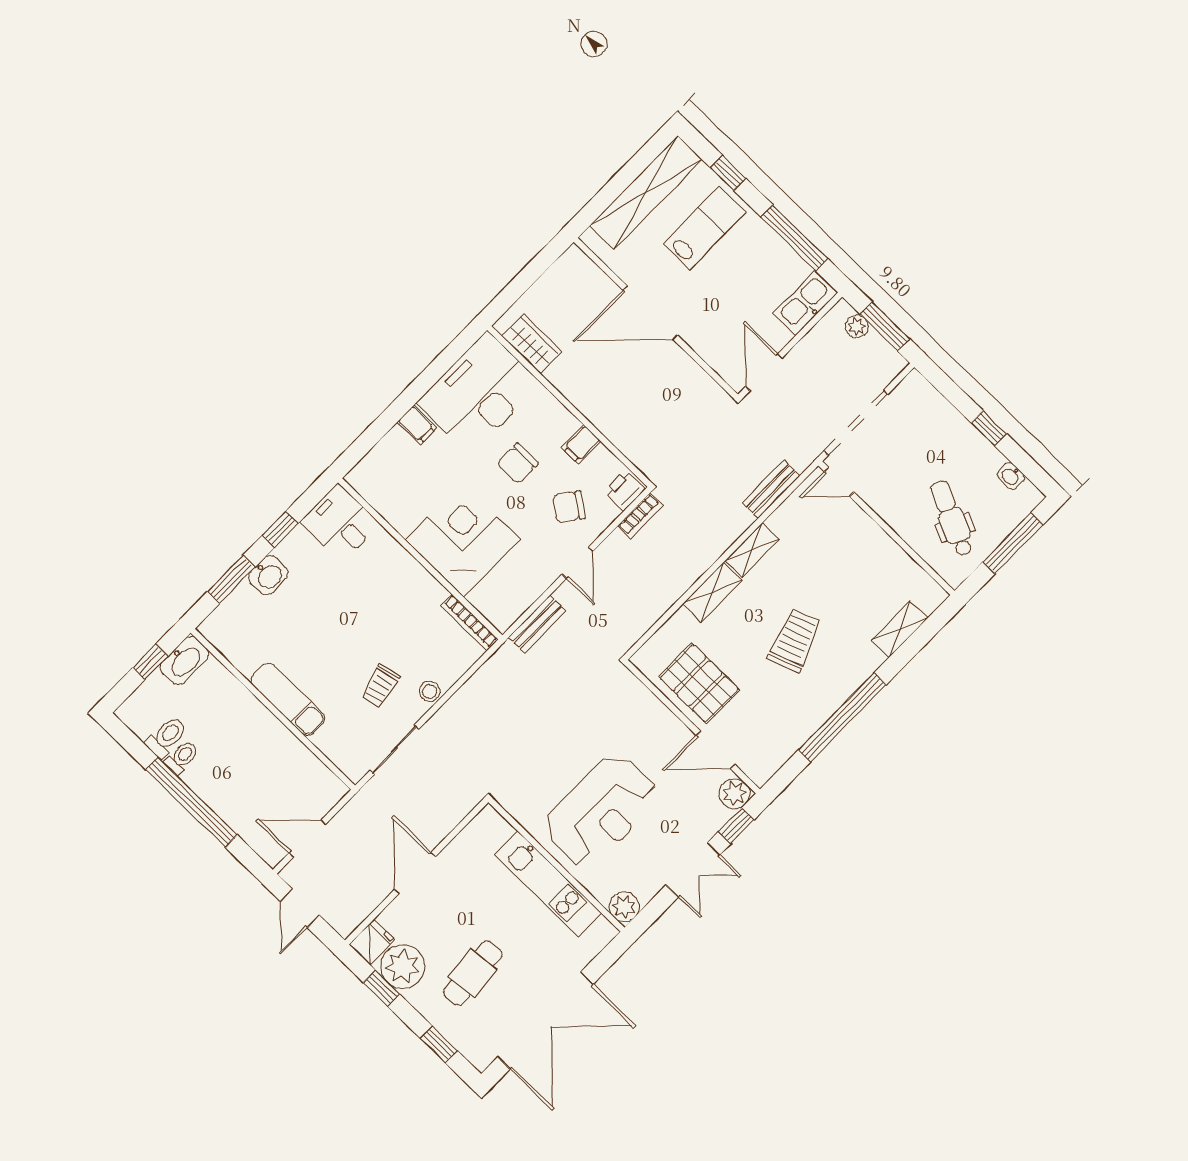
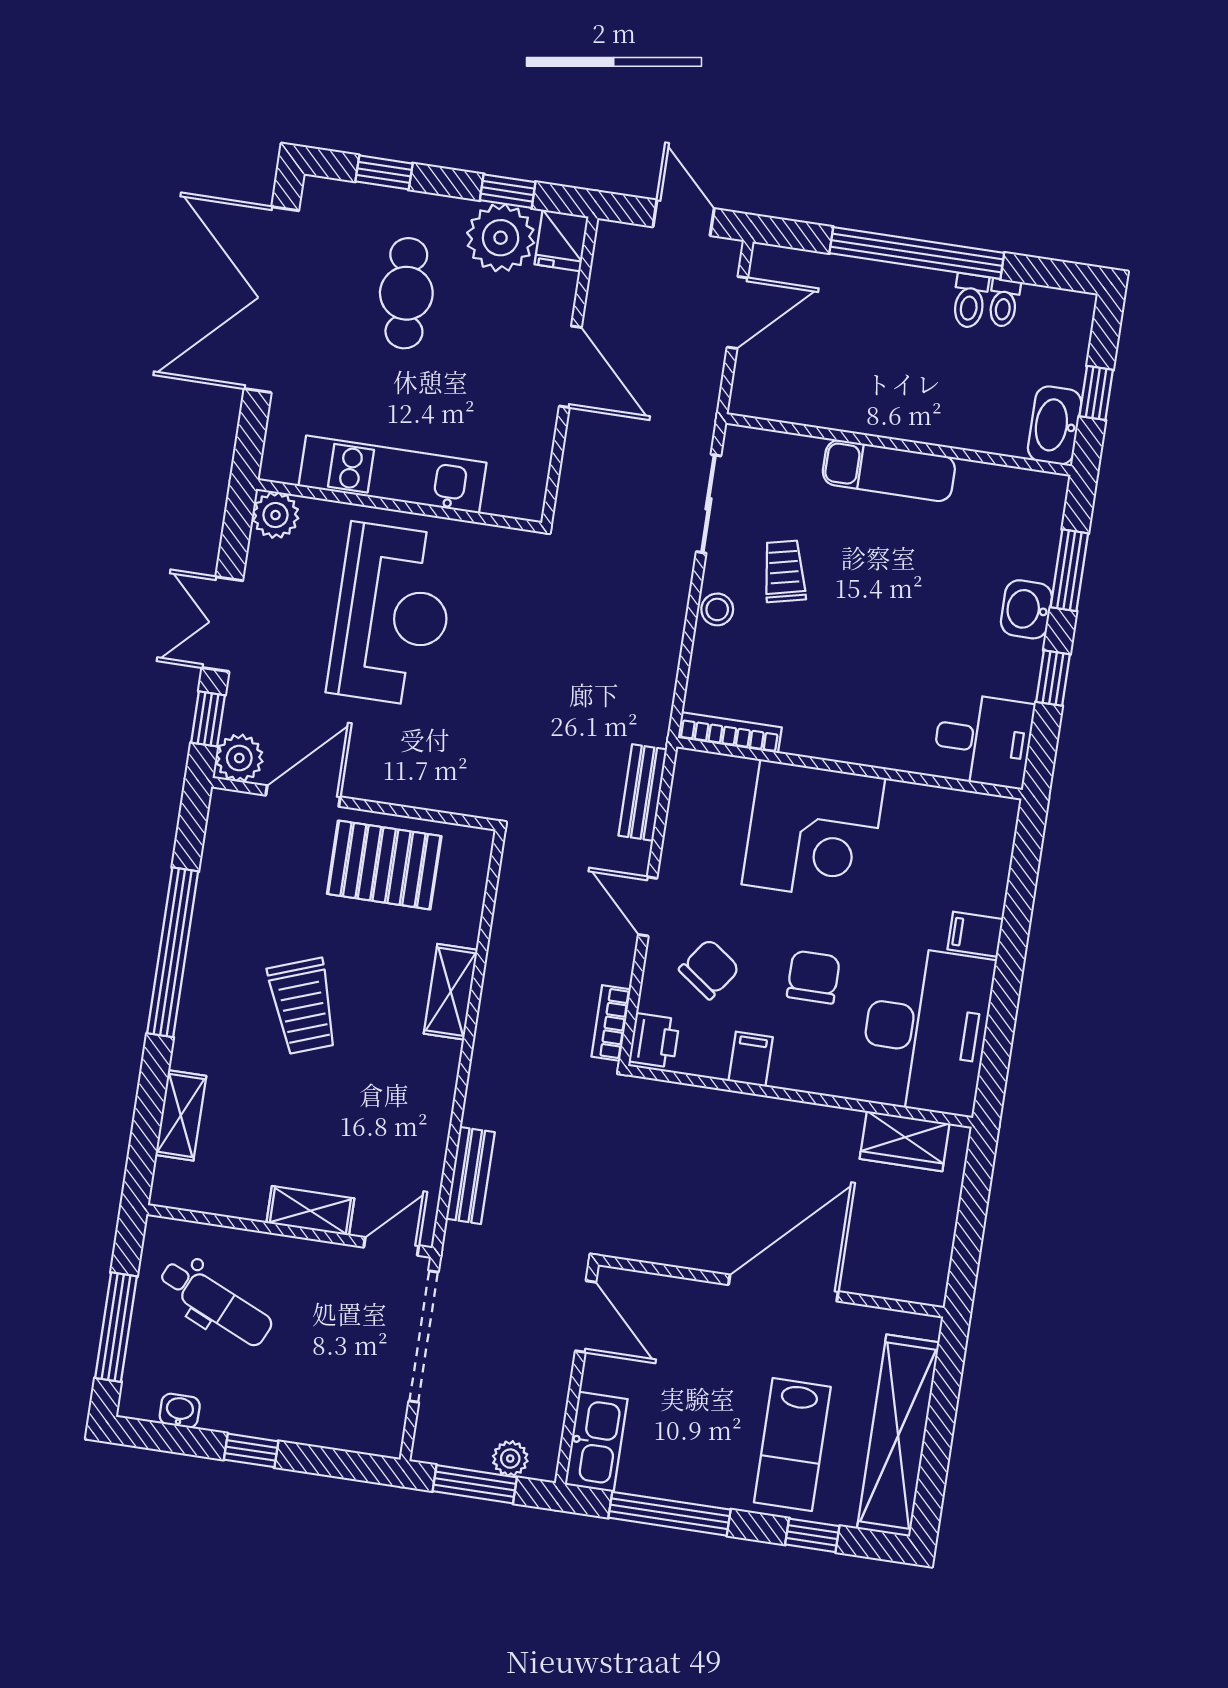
shelving: (752, 550) -> (310, 1211), moved, turned 90
toilet: (166, 737) -> (1004, 303), width x0.73, depth x0.72
reception desk: (601, 811) -> (392, 615), turned 180

